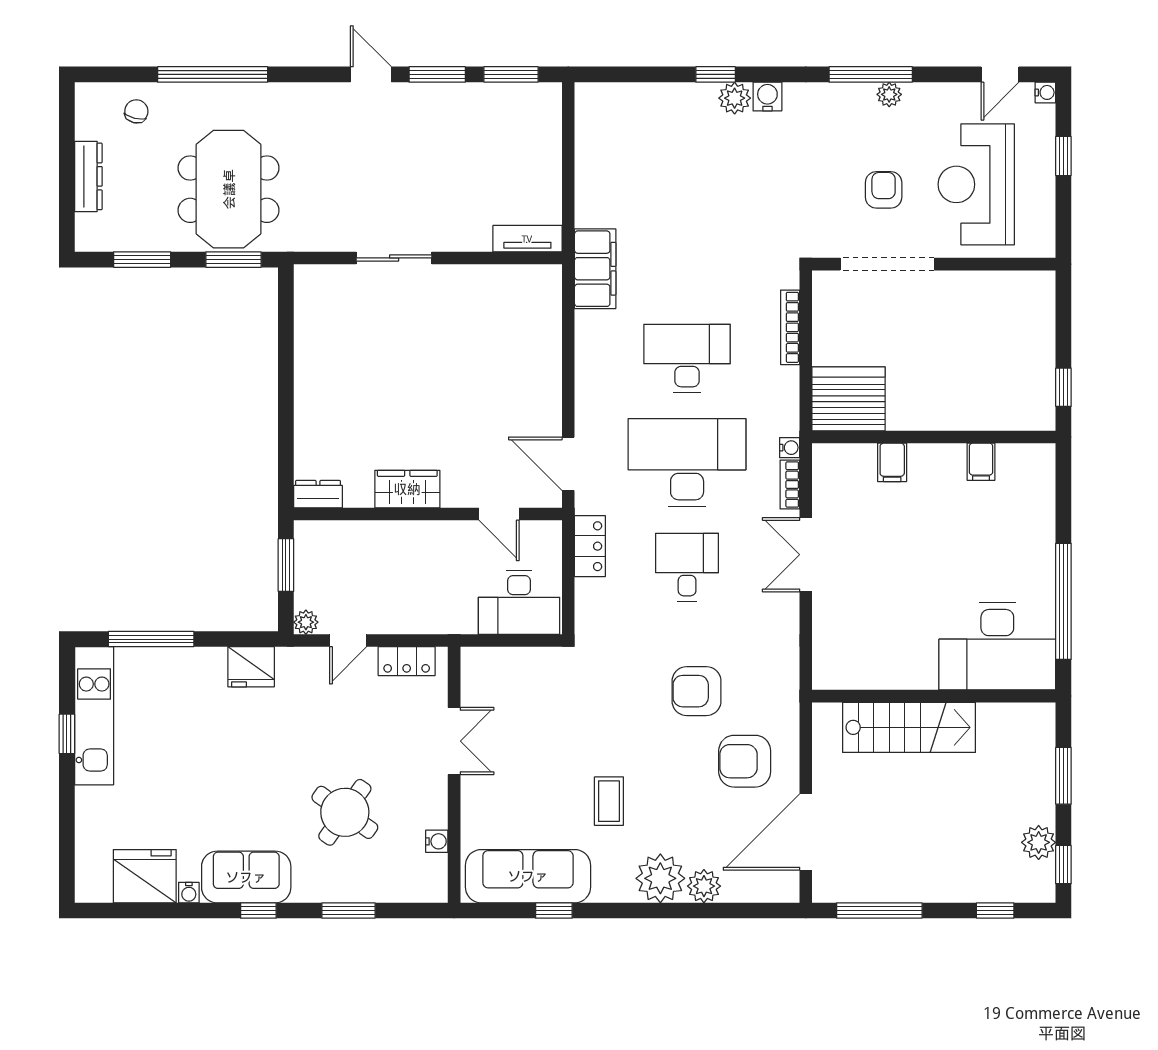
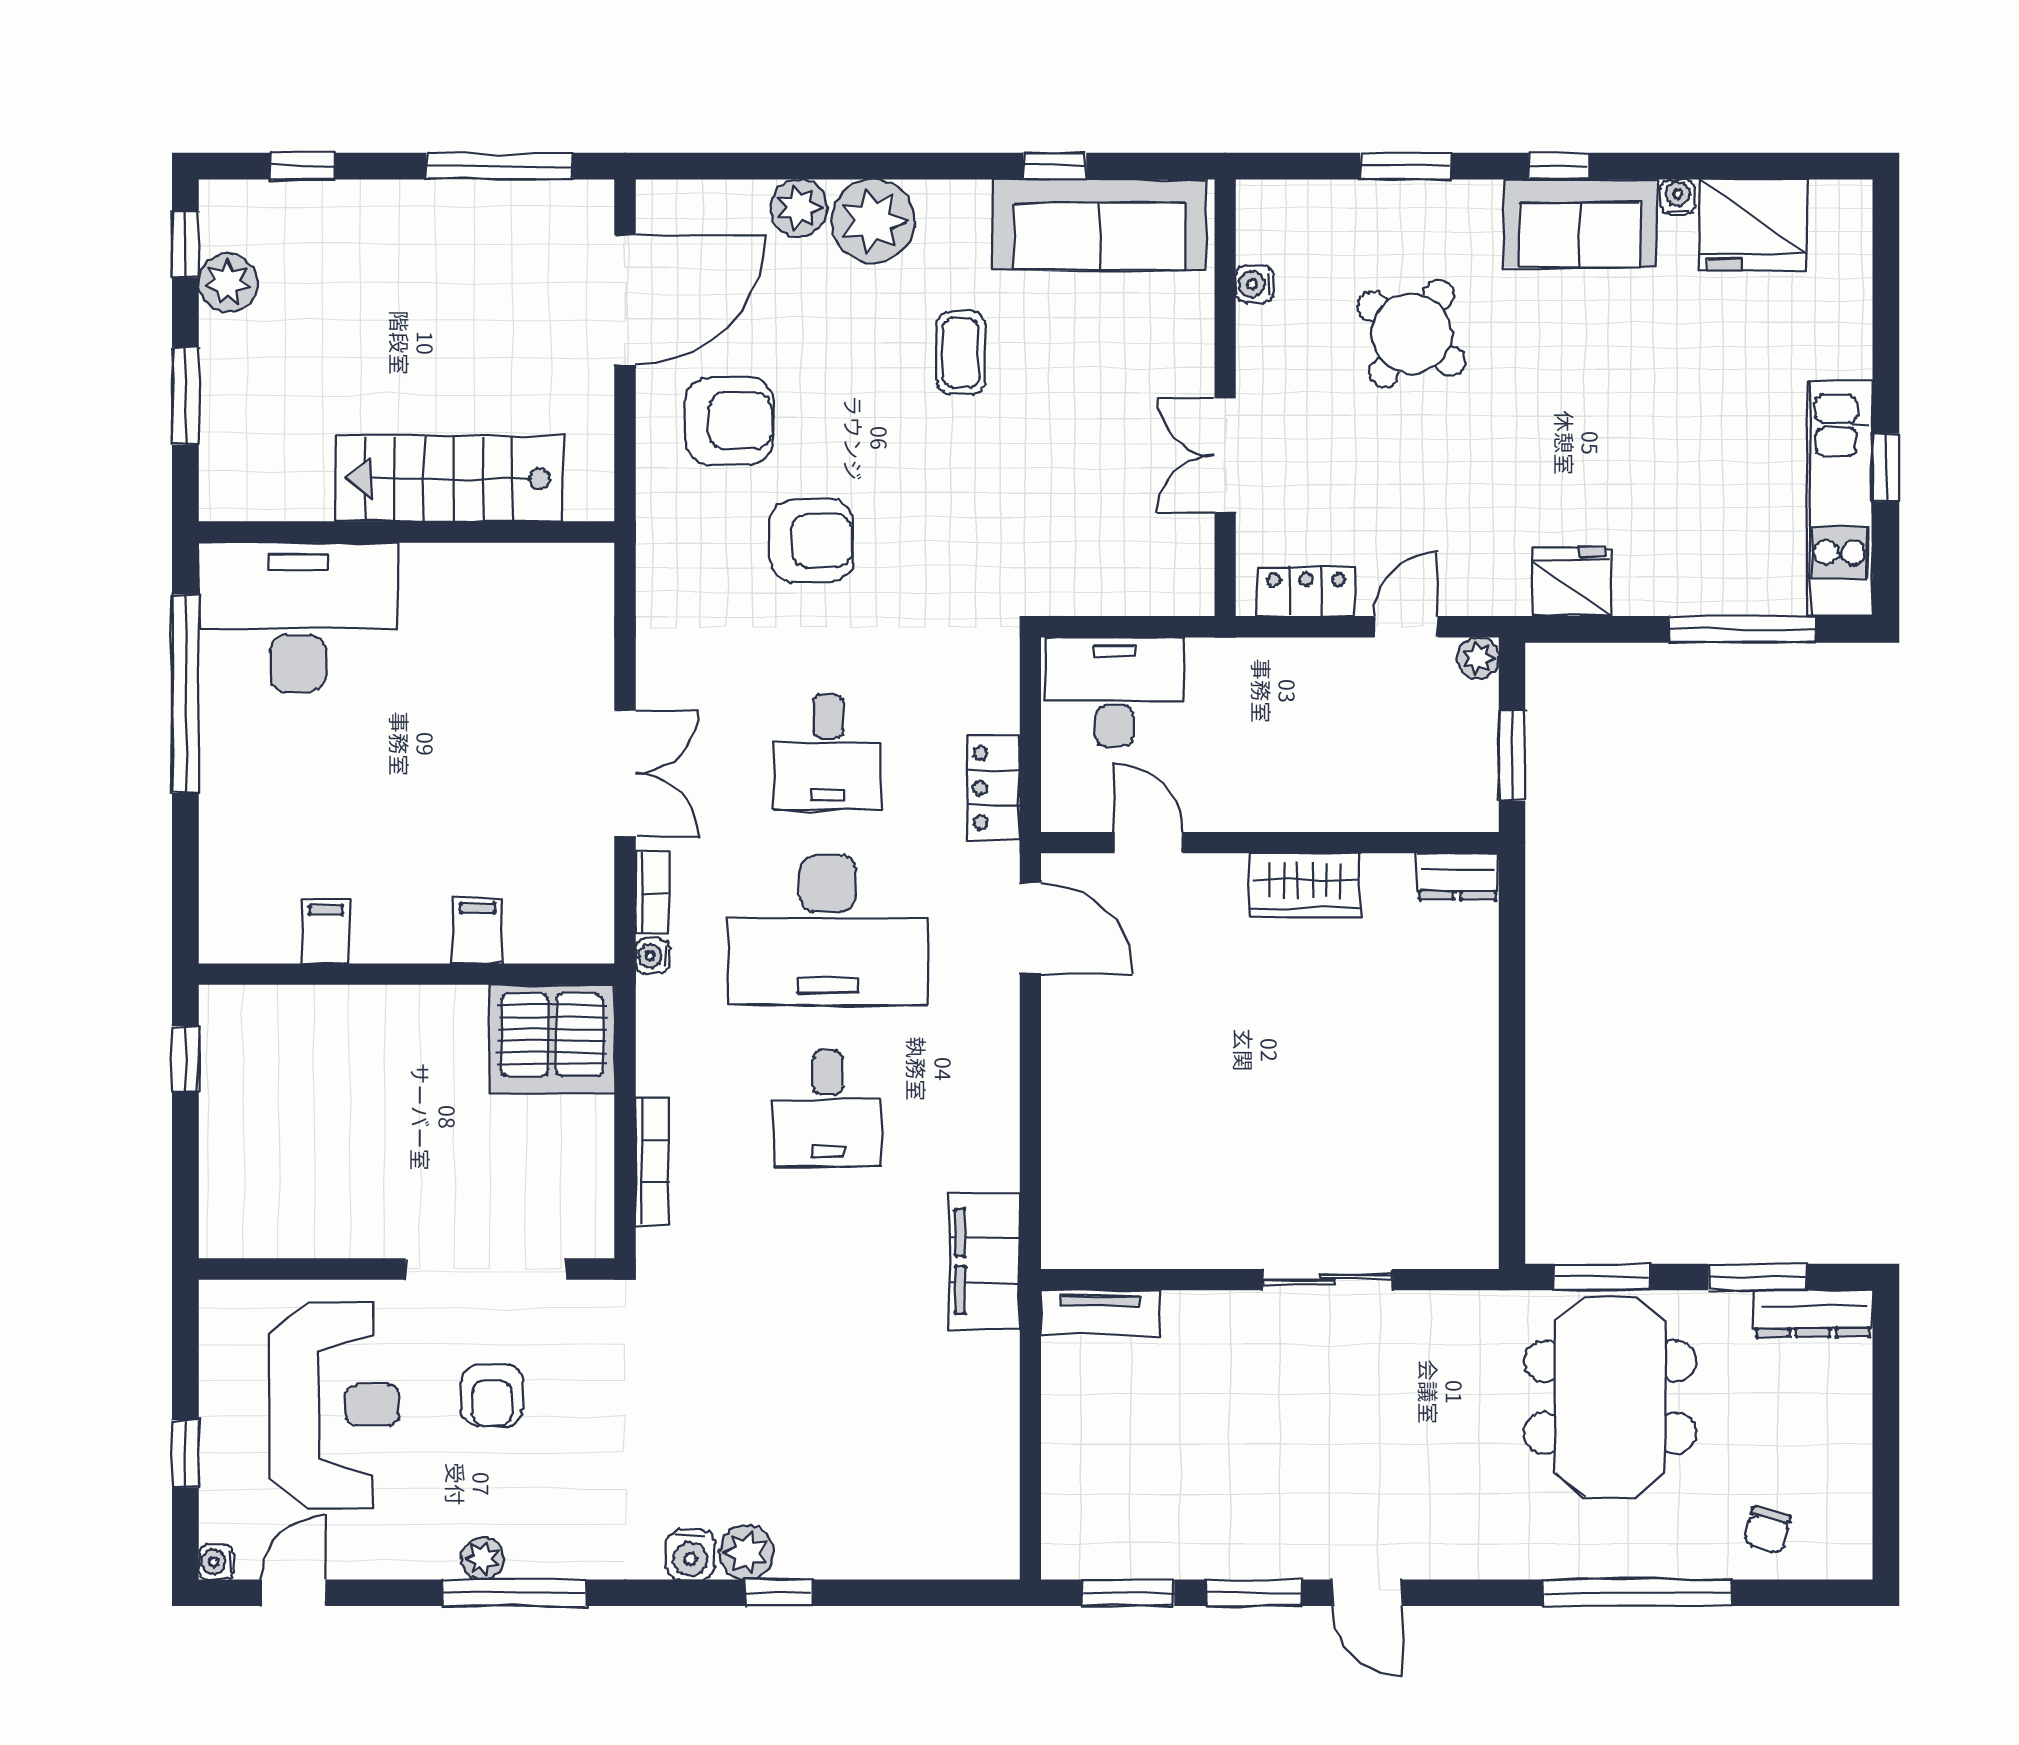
dresser: (88, 176) -> (1813, 1314), moved, turned -90
desk: (687, 358) -> (828, 1108), width x0.73

